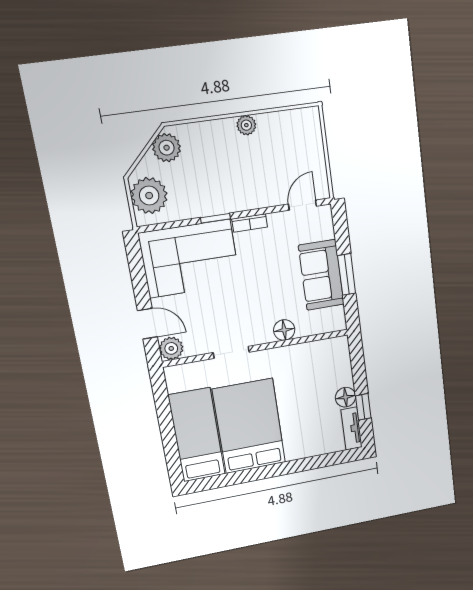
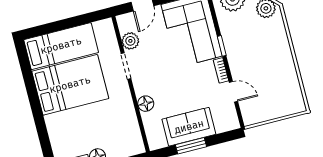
plant: (246, 125) -> (288, 62), removed
door: (303, 205) -> (234, 92), moved
plant: (171, 348) -> (130, 41), moved

